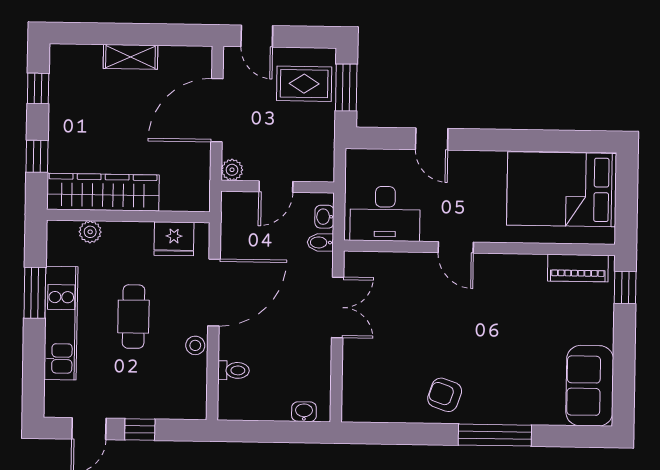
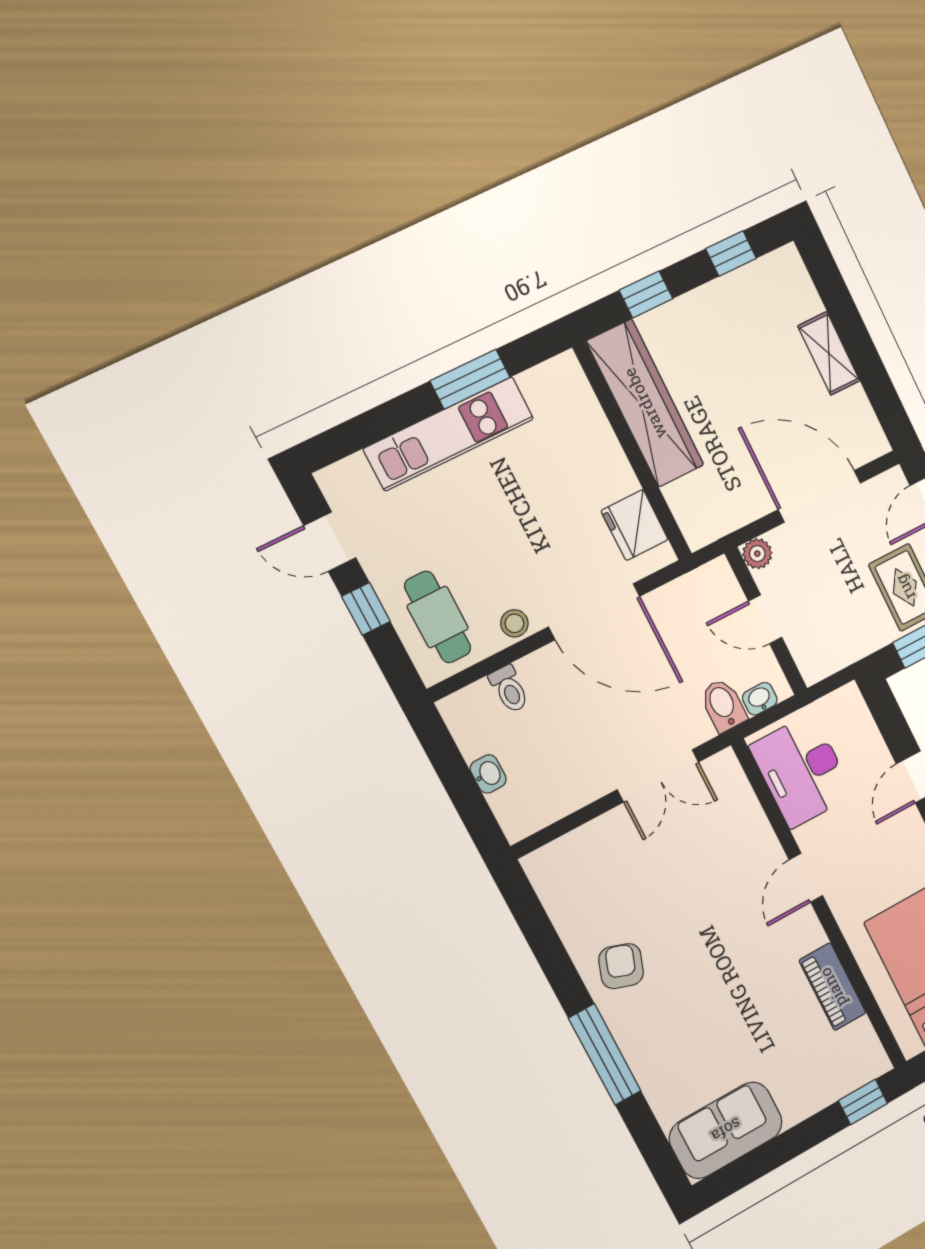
plant: (90, 232) -> (587, 412), removed
bidet: (320, 242) -> (723, 705), width x1.38, depth x1.36
piano: (578, 268) -> (833, 987), moved
cafe table: (133, 317) -> (438, 617), moved, turned 90
washbasin: (304, 412) -> (488, 774), moved

